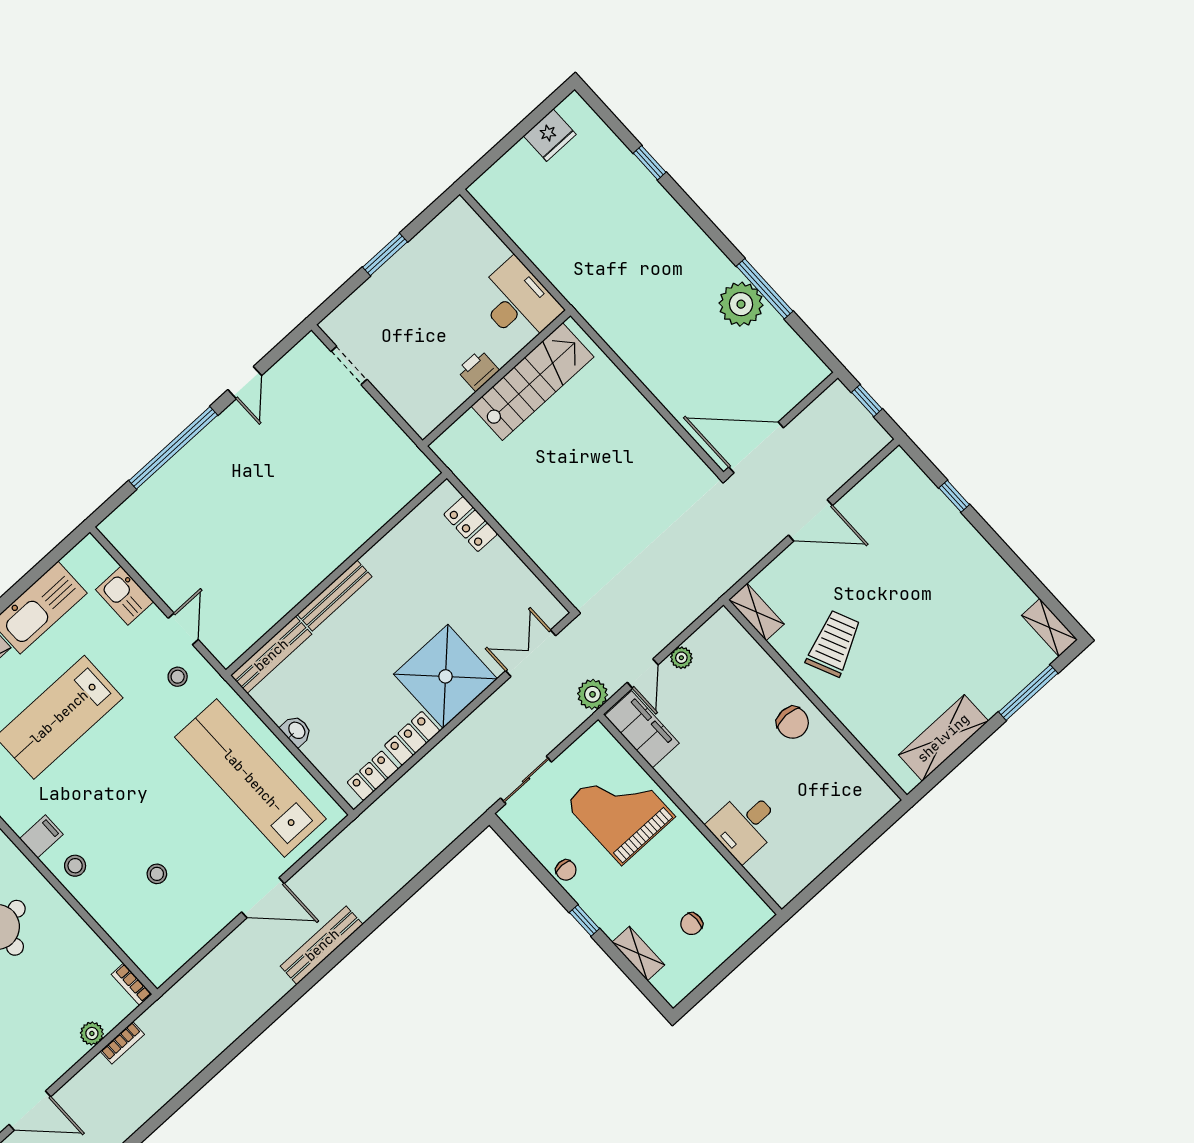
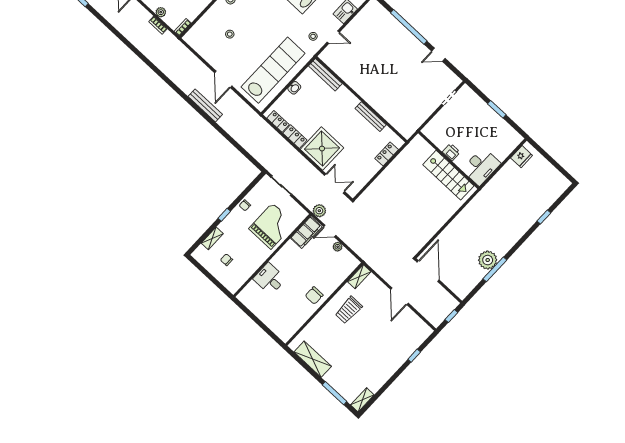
fridge: (550, 135) -> (522, 157), moved, turned -90
bench: (335, 596) -> (371, 117), moved
trolley: (834, 643) -> (349, 310), turned 114

